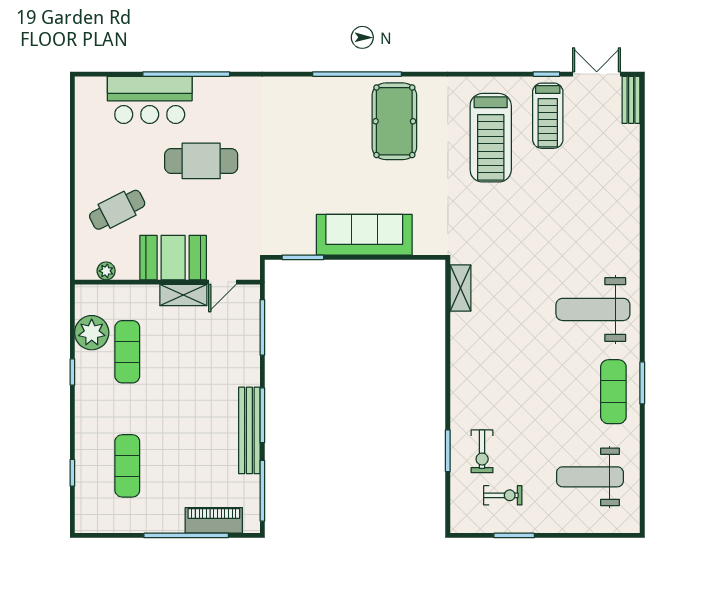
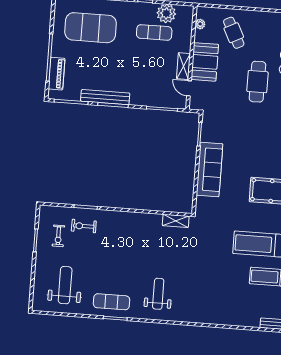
weight bench: (593, 309) -> (158, 294), width x0.73, depth x0.75
exercise mat: (127, 466) -> (91, 28), width x2.00, depth x1.45

